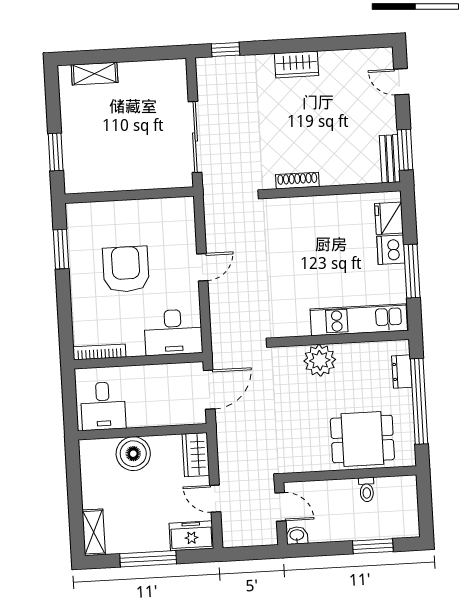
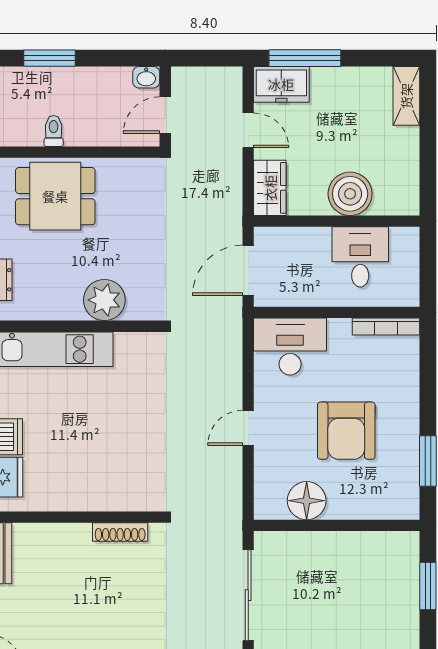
floor lamp: (154, 213) -> (307, 501), added
desk: (103, 406) -> (360, 257), moved
door: (280, 507) -> (165, 115), hinge flipped
window: (148, 559) -> (305, 58), moved

